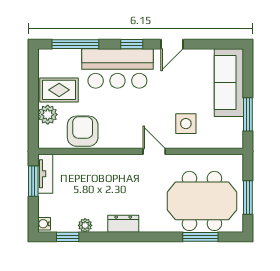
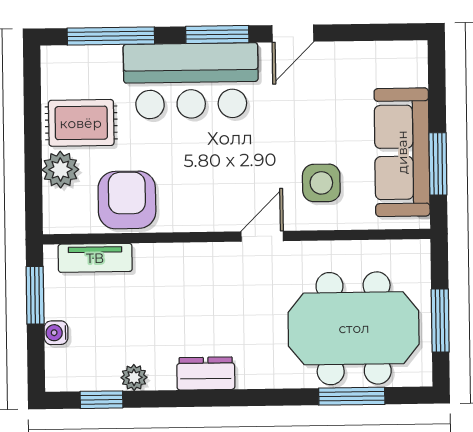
window: (132, 44) -> (217, 35), width x1.50
sofa: (229, 83) -> (402, 152), moved
door: (154, 151) -> (262, 236), hinge flipped
tv unit: (45, 174) -> (95, 258), moved, turned 90
water cooler: (44, 224) -> (56, 333), moved

